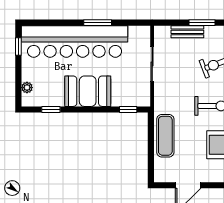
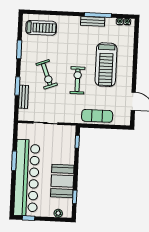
booth: (88, 91) -> (62, 181), moved

